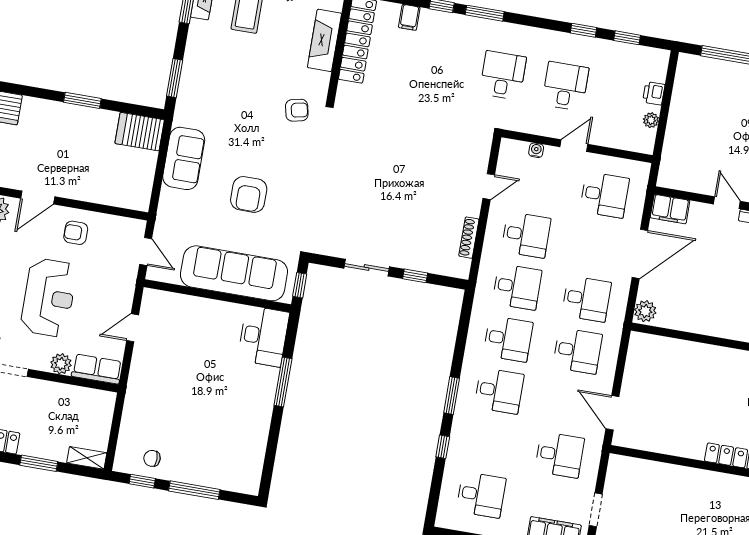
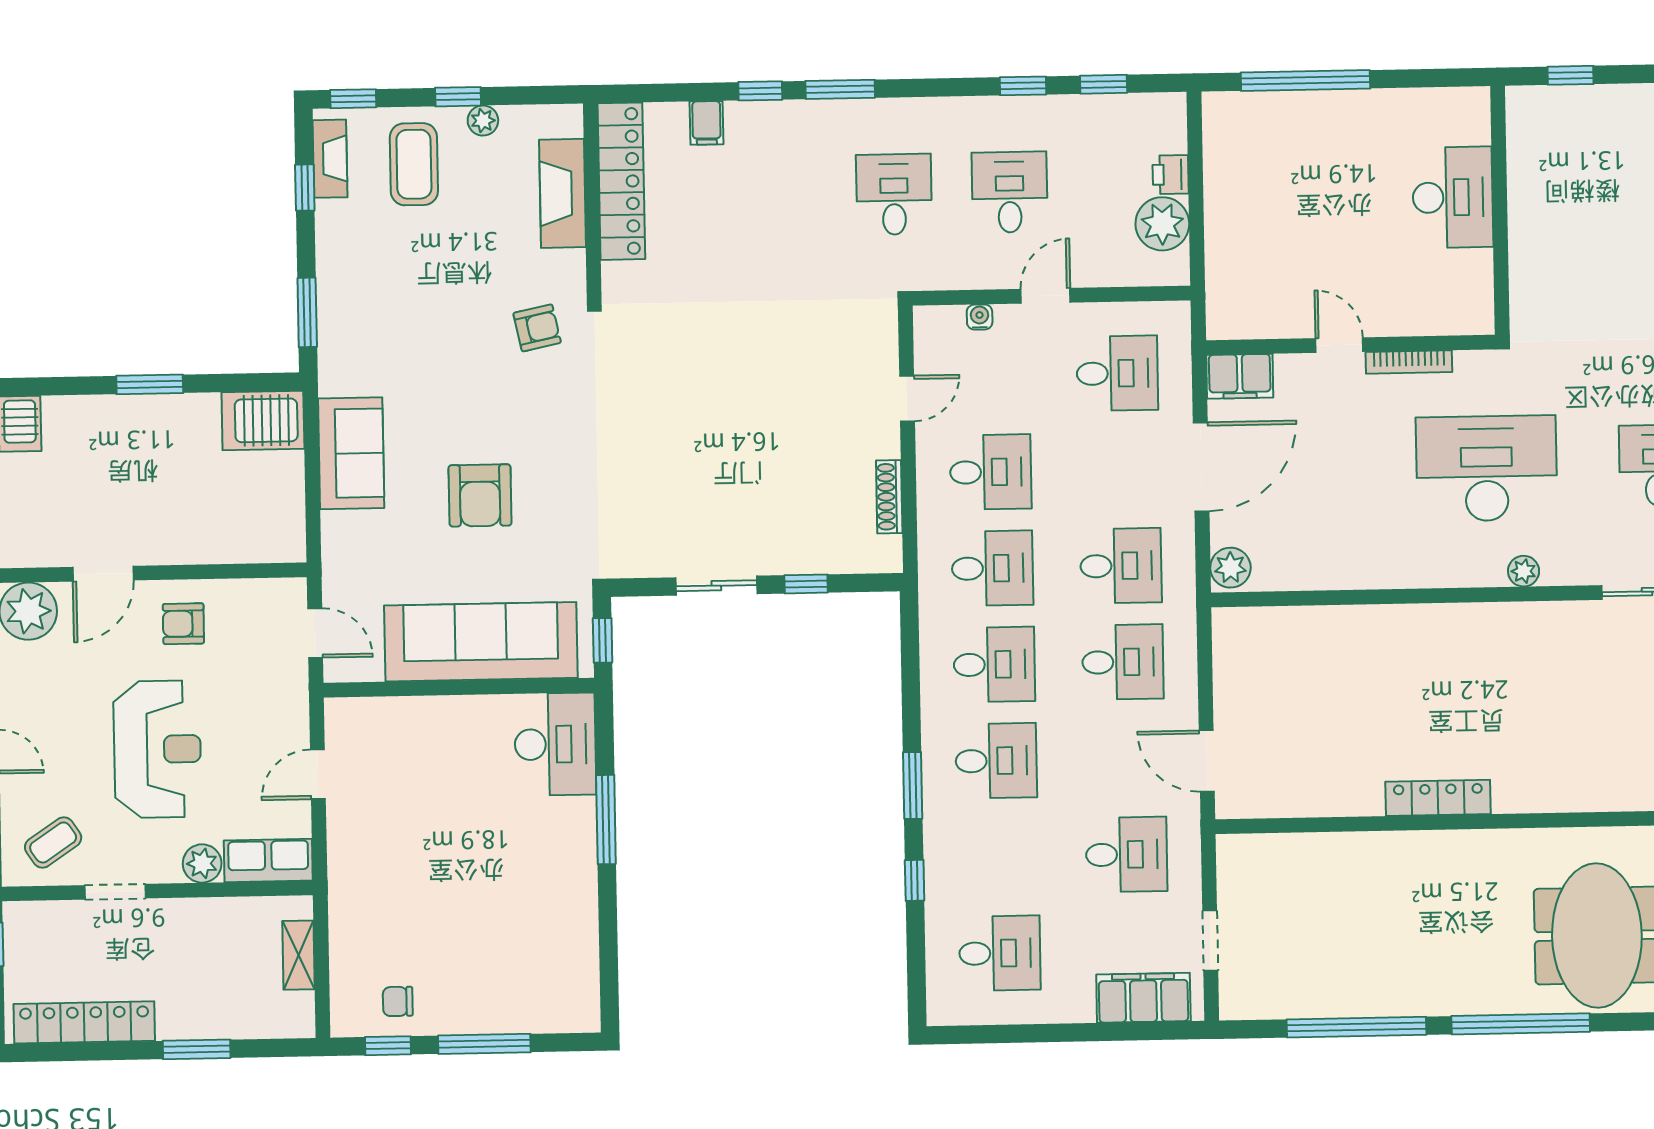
plant: (651, 120) -> (1162, 224), width x1.88, depth x1.88
shelving: (87, 458) -> (299, 955), moved, turned 90

